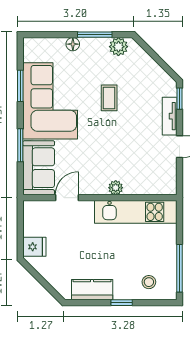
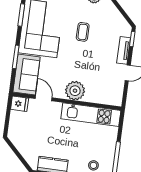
plant: (116, 188) -> (75, 91), width x1.87, depth x1.87
door: (67, 198) -> (44, 98), hinge flipped
fridge: (34, 247) -> (20, 104), moved

